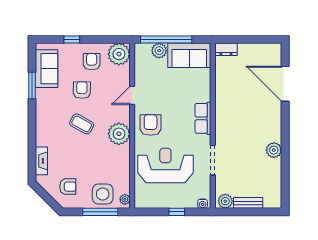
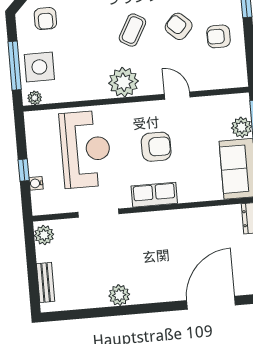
plant: (119, 54) -> (232, 73), removed
armchair: (92, 62) -> (219, 36), turned 180
armchair: (82, 90) -> (179, 26), turned -138
armchair: (151, 125) -> (156, 147), moved
bench: (248, 203) -> (46, 282), moved
water cooler: (203, 204) -> (36, 183), moved

